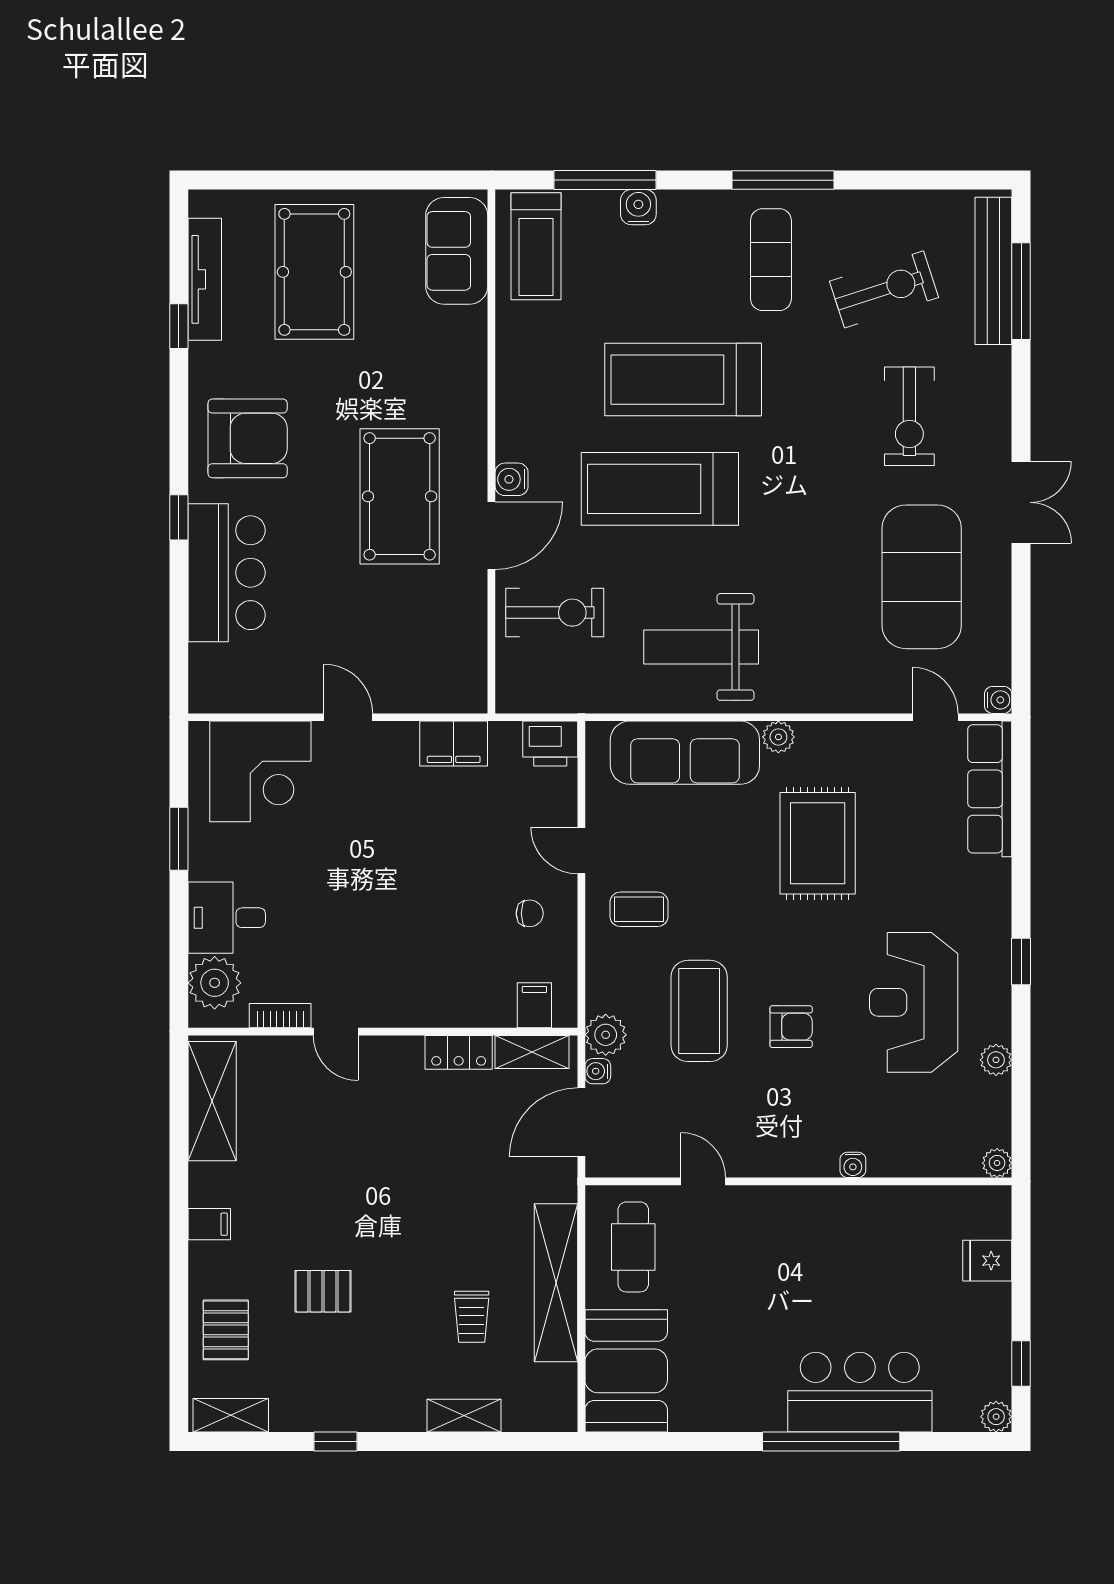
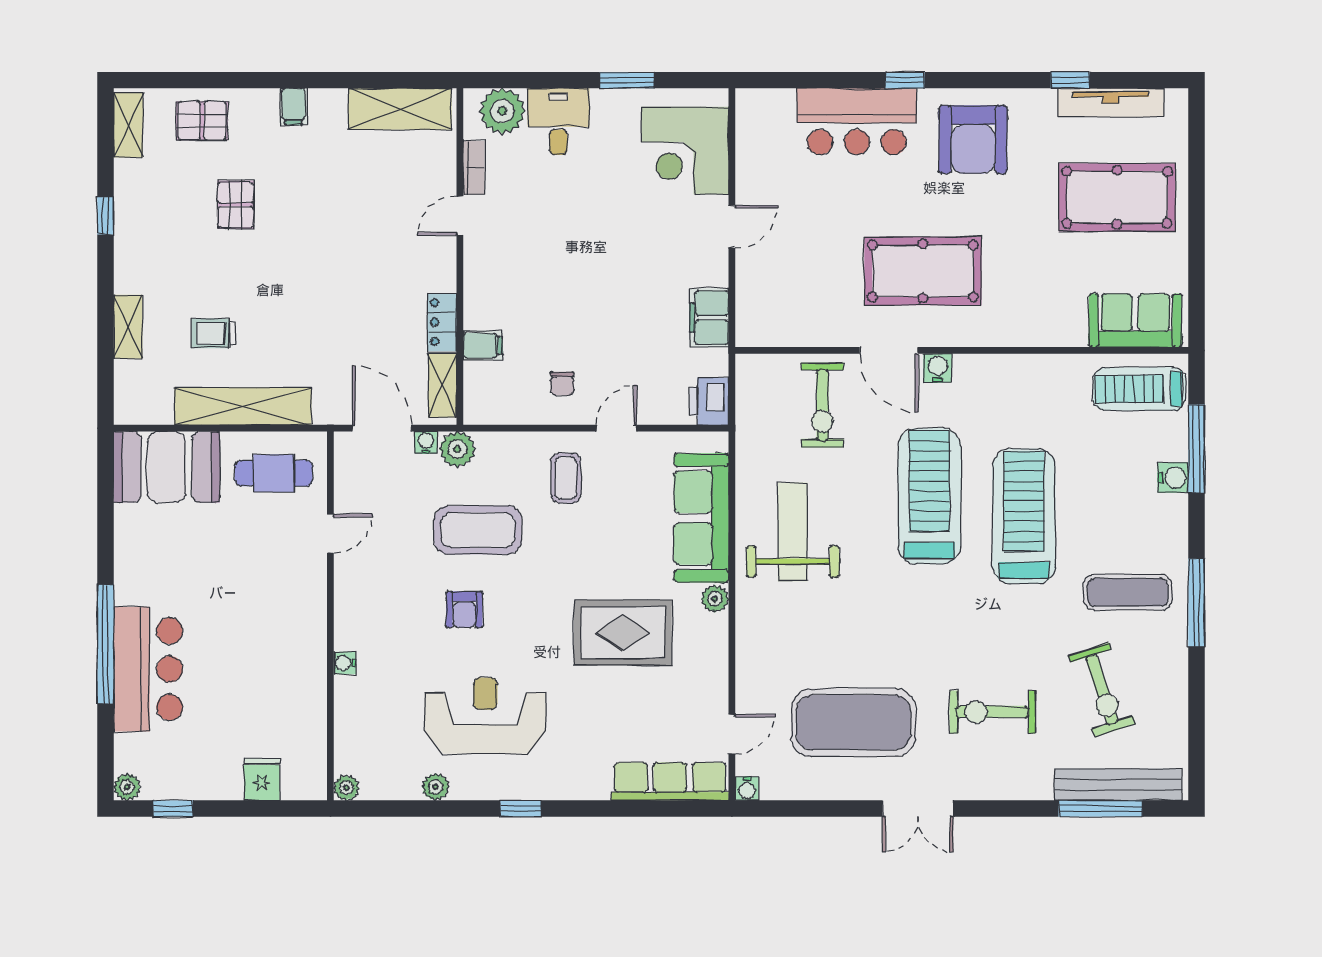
filing cabinet: (534, 1005) -> (483, 345), moved

